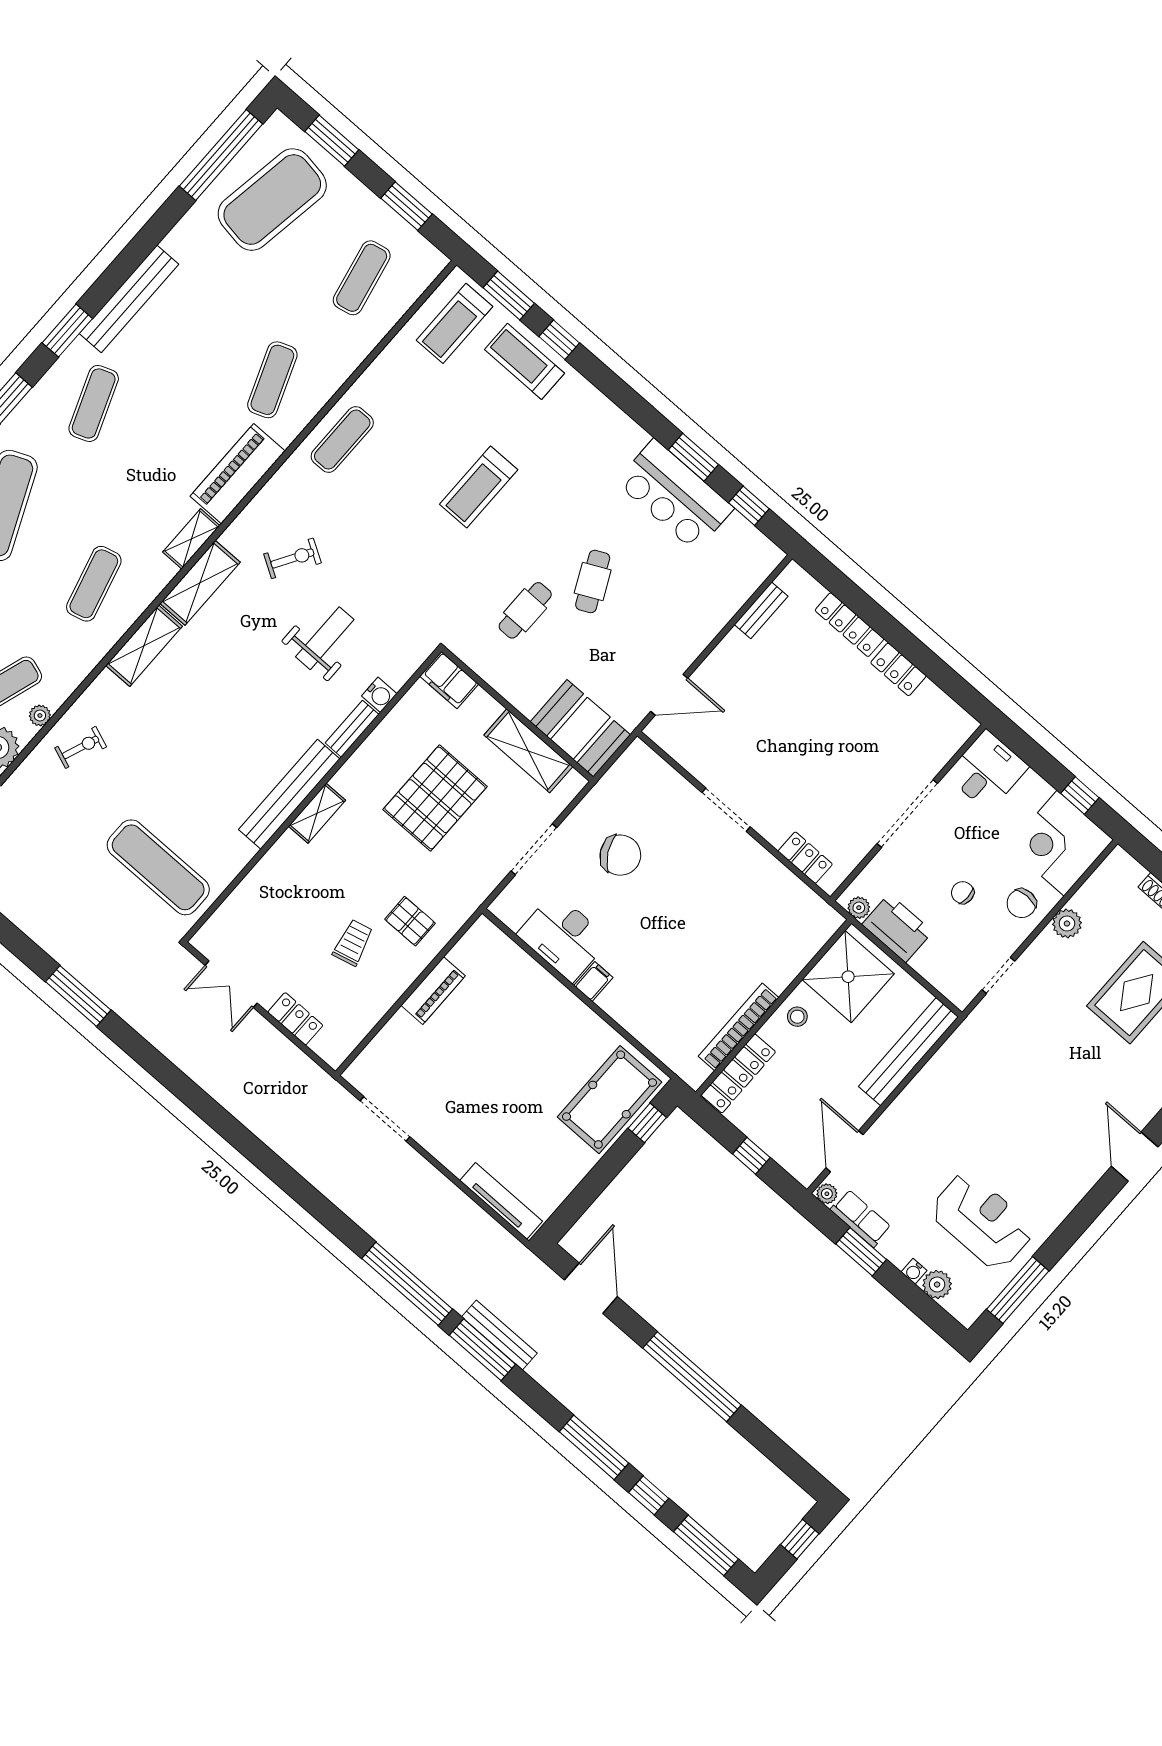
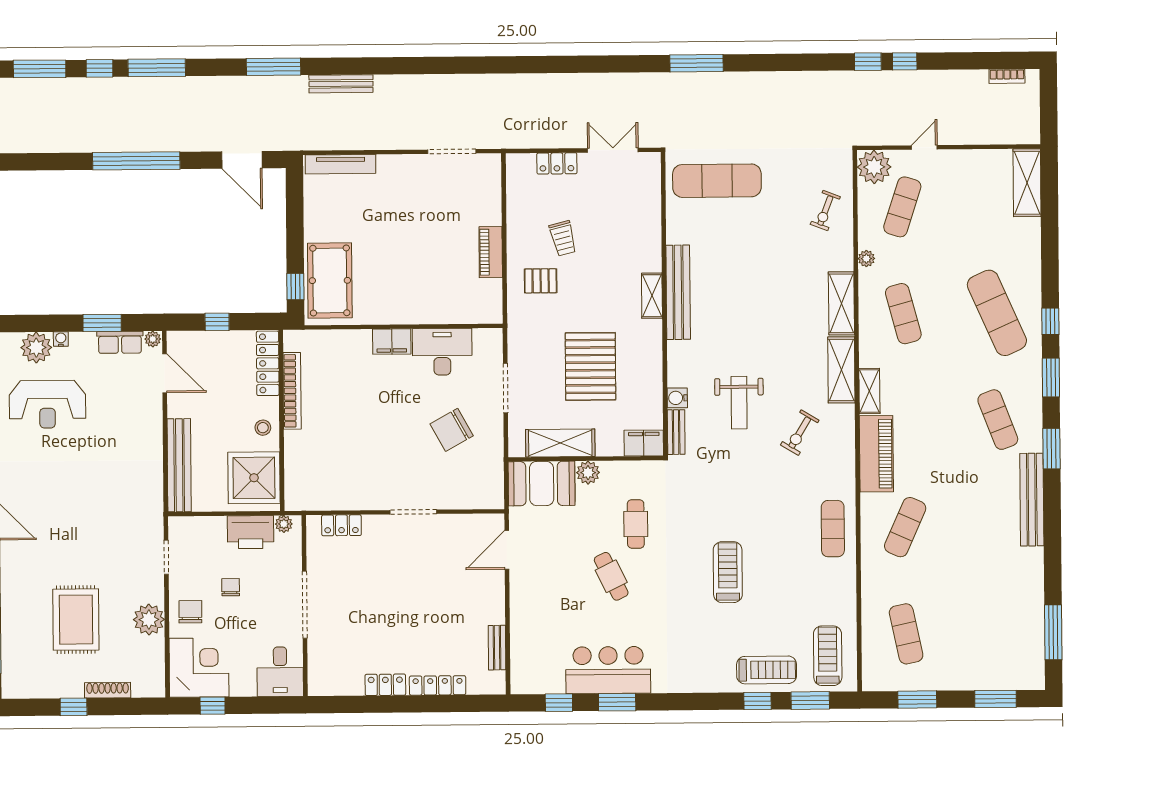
window: (221, 155) -> (1053, 632), width x0.68
exercise mat: (272, 200) -> (1000, 633), removed
exercise mat: (272, 380) -> (905, 527), turned 45
plant: (527, 699) -> (588, 473), added
plant: (40, 715) -> (866, 259), moved
bench: (352, 729) -> (676, 432), moved
chair: (963, 893) -> (231, 587), turned -90
plant: (1067, 924) -> (149, 620), width x1.36, depth x1.36
filing cabinet: (593, 981) -> (392, 342), width x2.00
window: (407, 1284) -> (352, 66), removed
plant: (937, 1284) -> (36, 348), width x1.36, depth x1.36
bench: (499, 1335) -> (341, 84), moved

